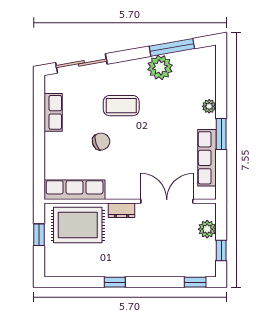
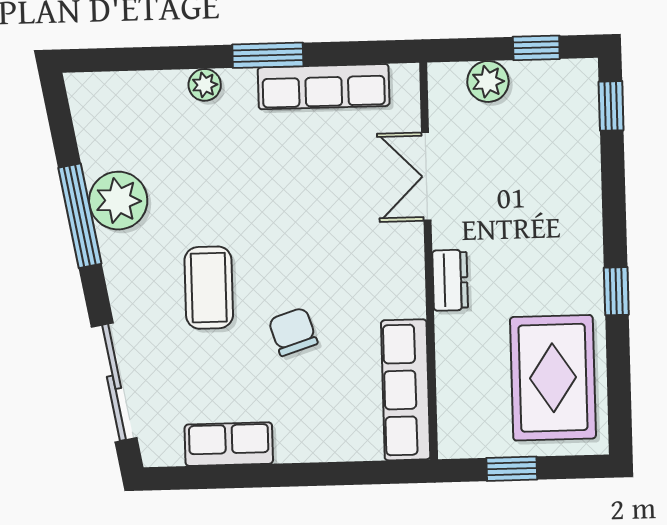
window: (172, 47) -> (80, 216), moved
double door: (167, 201) -> (426, 176), width x0.73
rug: (78, 225) -> (553, 378), moved

